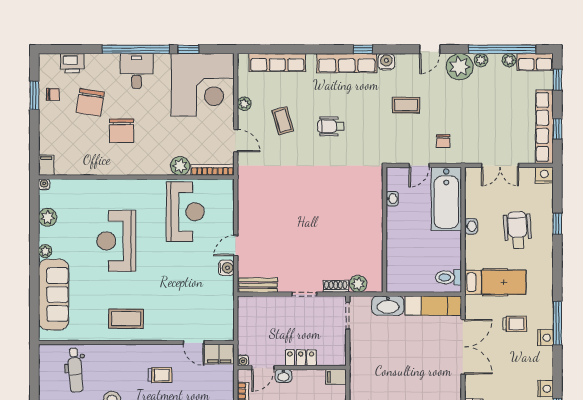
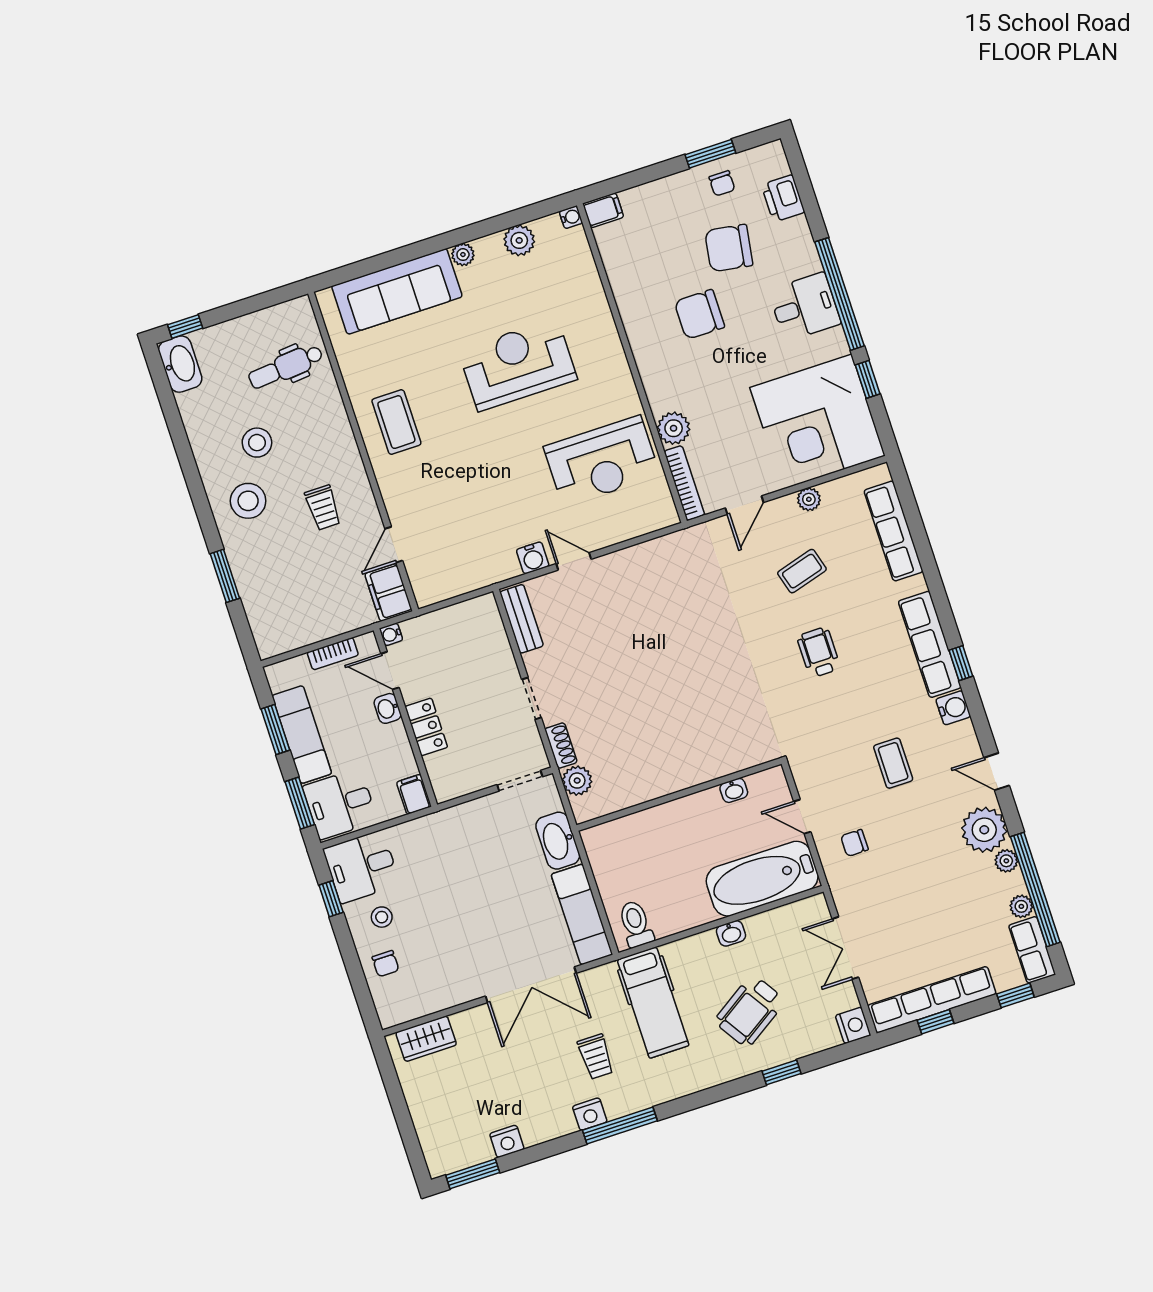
wheelchair: (518, 230) -> (750, 1011), turned 151

